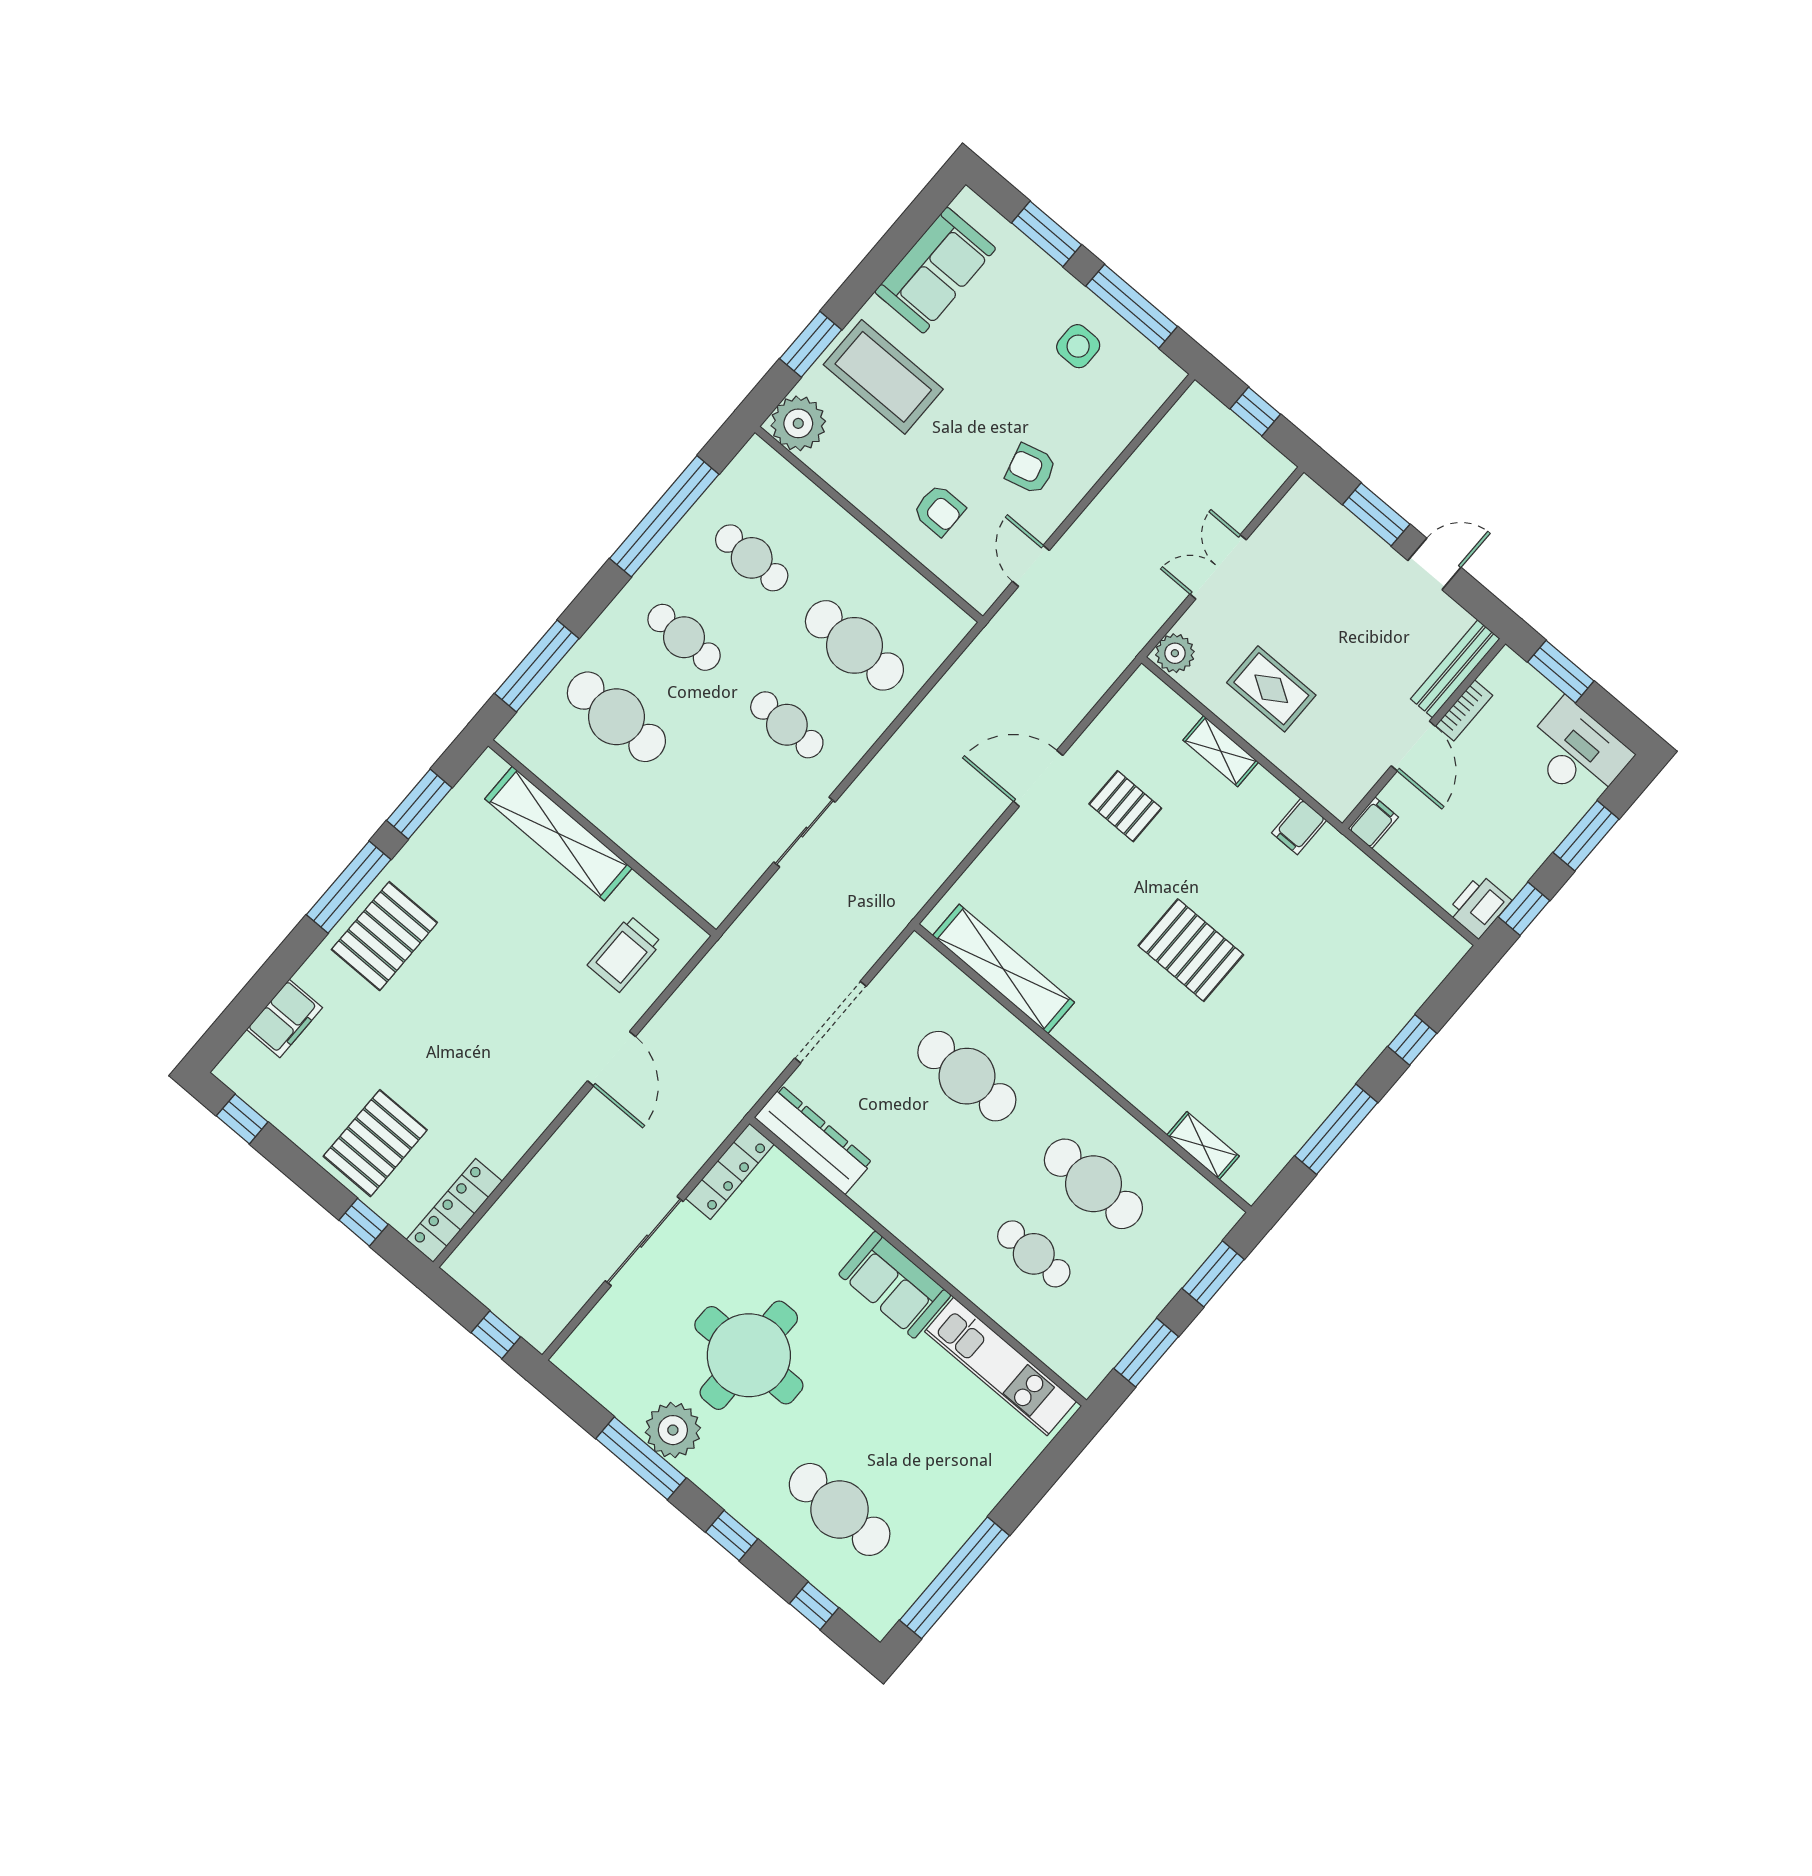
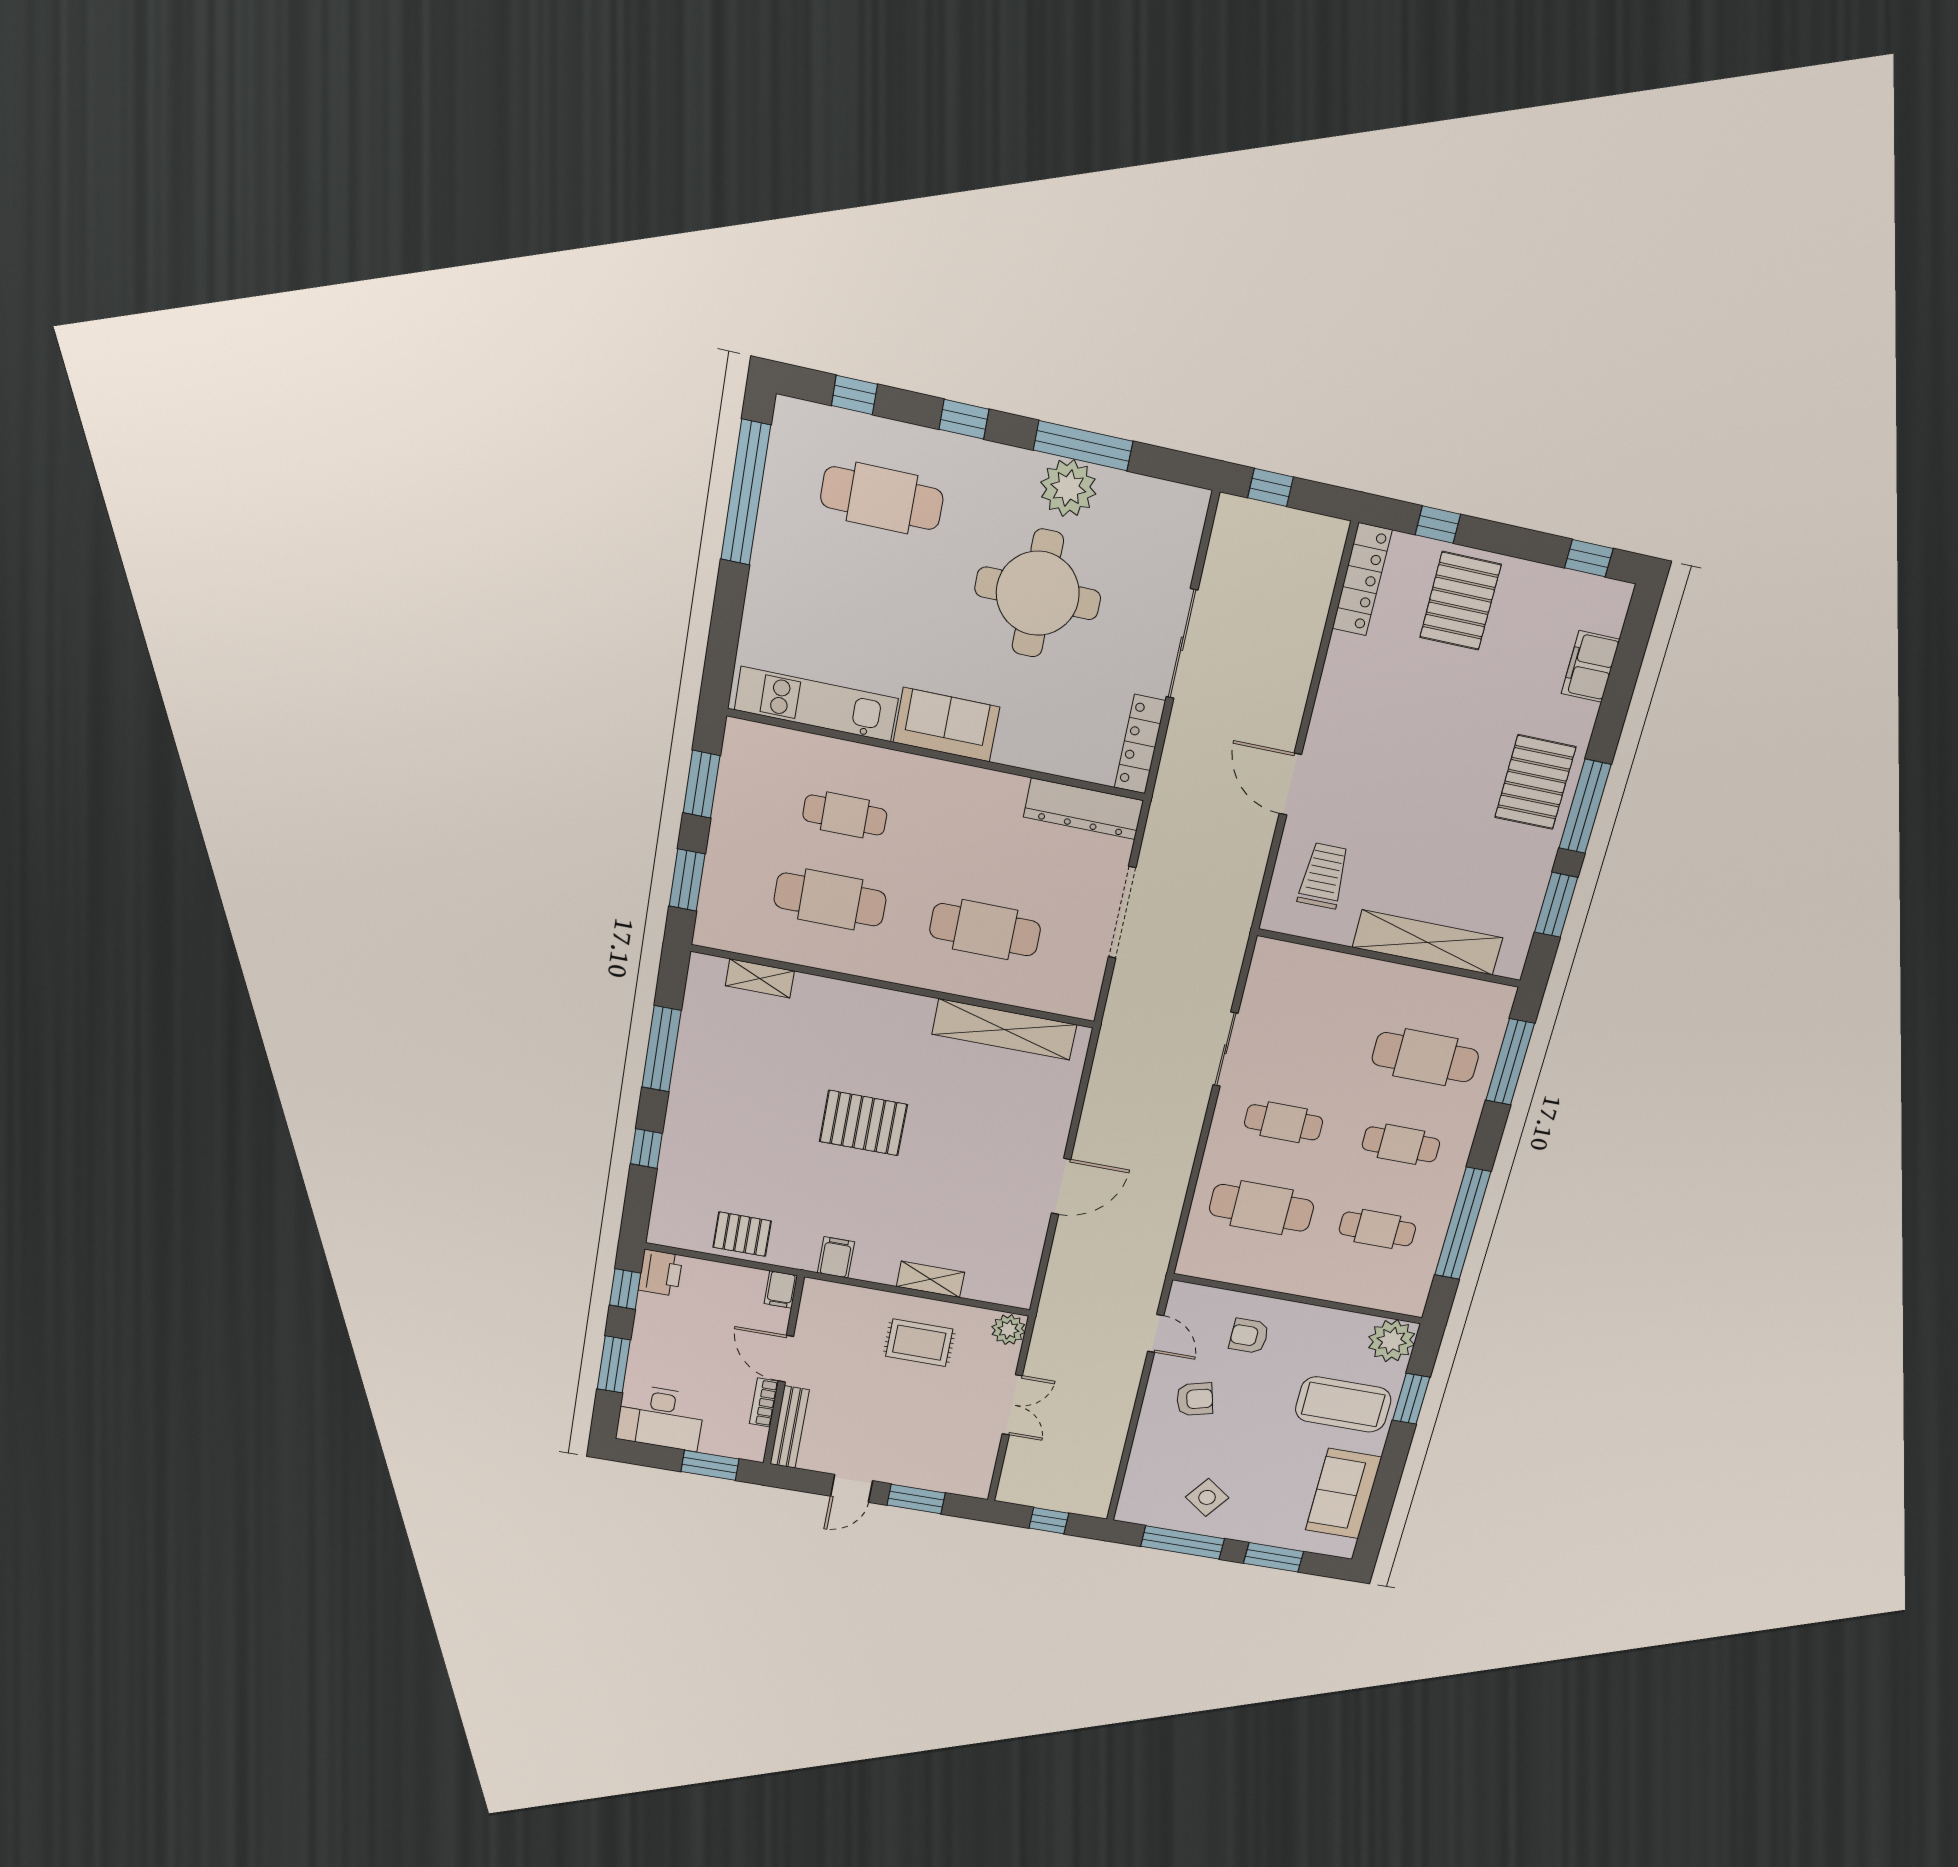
side table: (1078, 346) -> (1207, 1497), turned 36
pallet: (1125, 806) -> (742, 1234), moved

